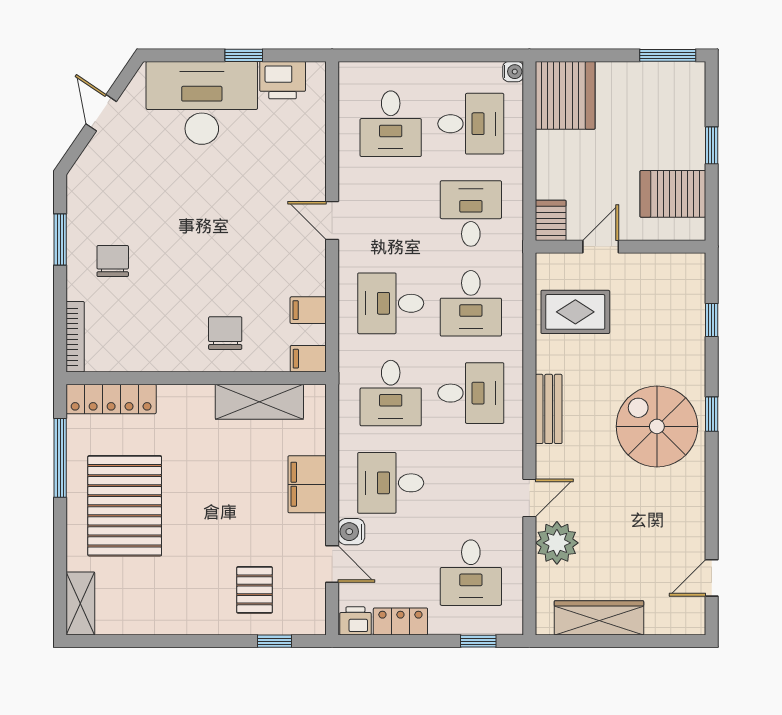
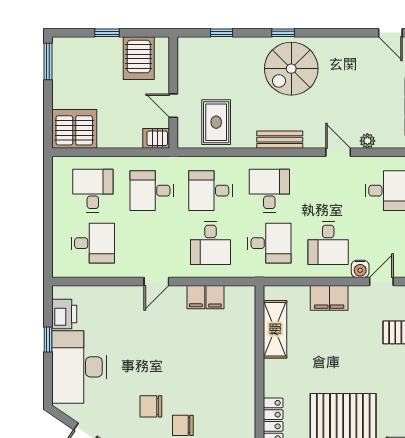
water cooler: (513, 72) -> (59, 163), removed
desk: (471, 303) -> (210, 191), turned 180
chair: (225, 333) -> (151, 406), moved
filing cabinet: (308, 359) -> (196, 297), moved
plant: (557, 543) -> (367, 141), width x0.53, depth x0.53

